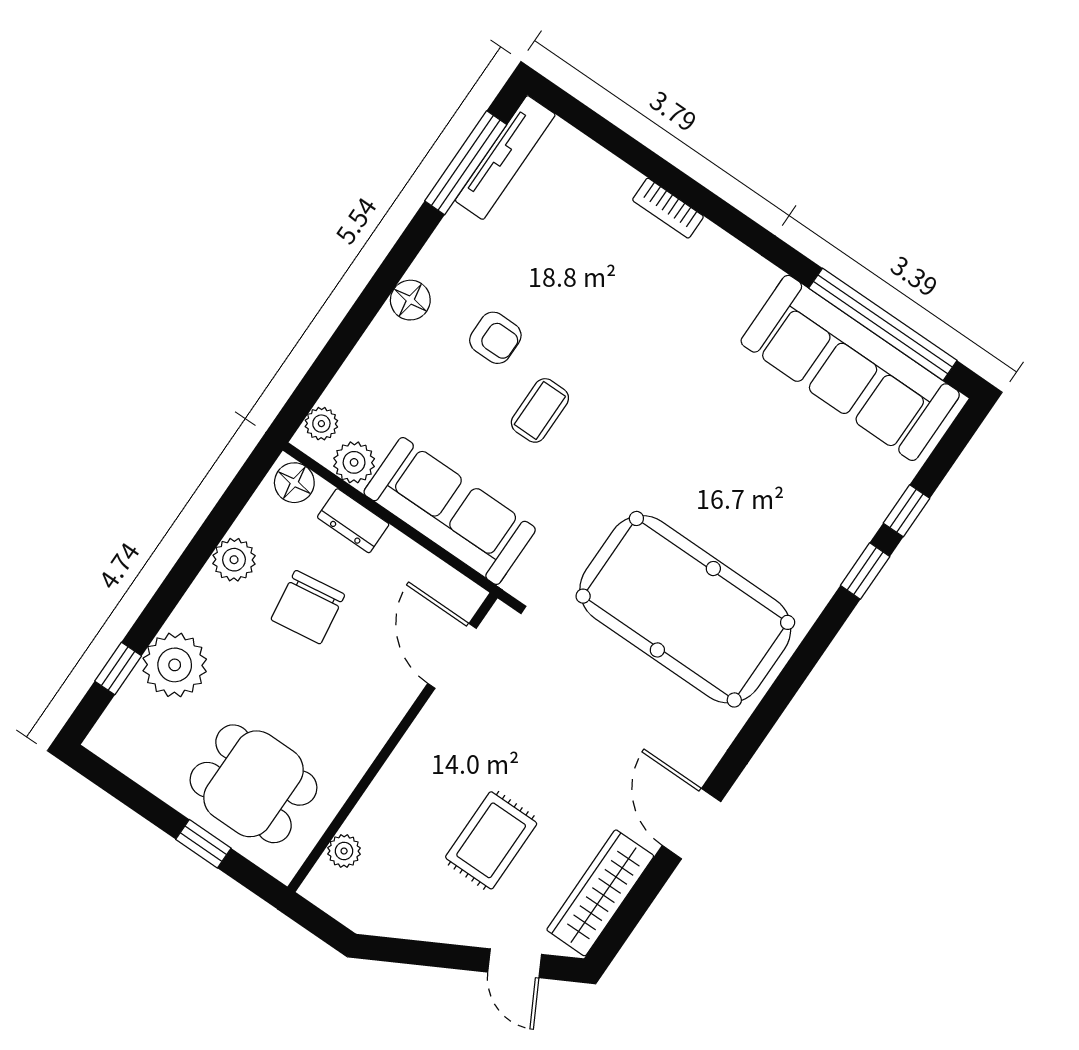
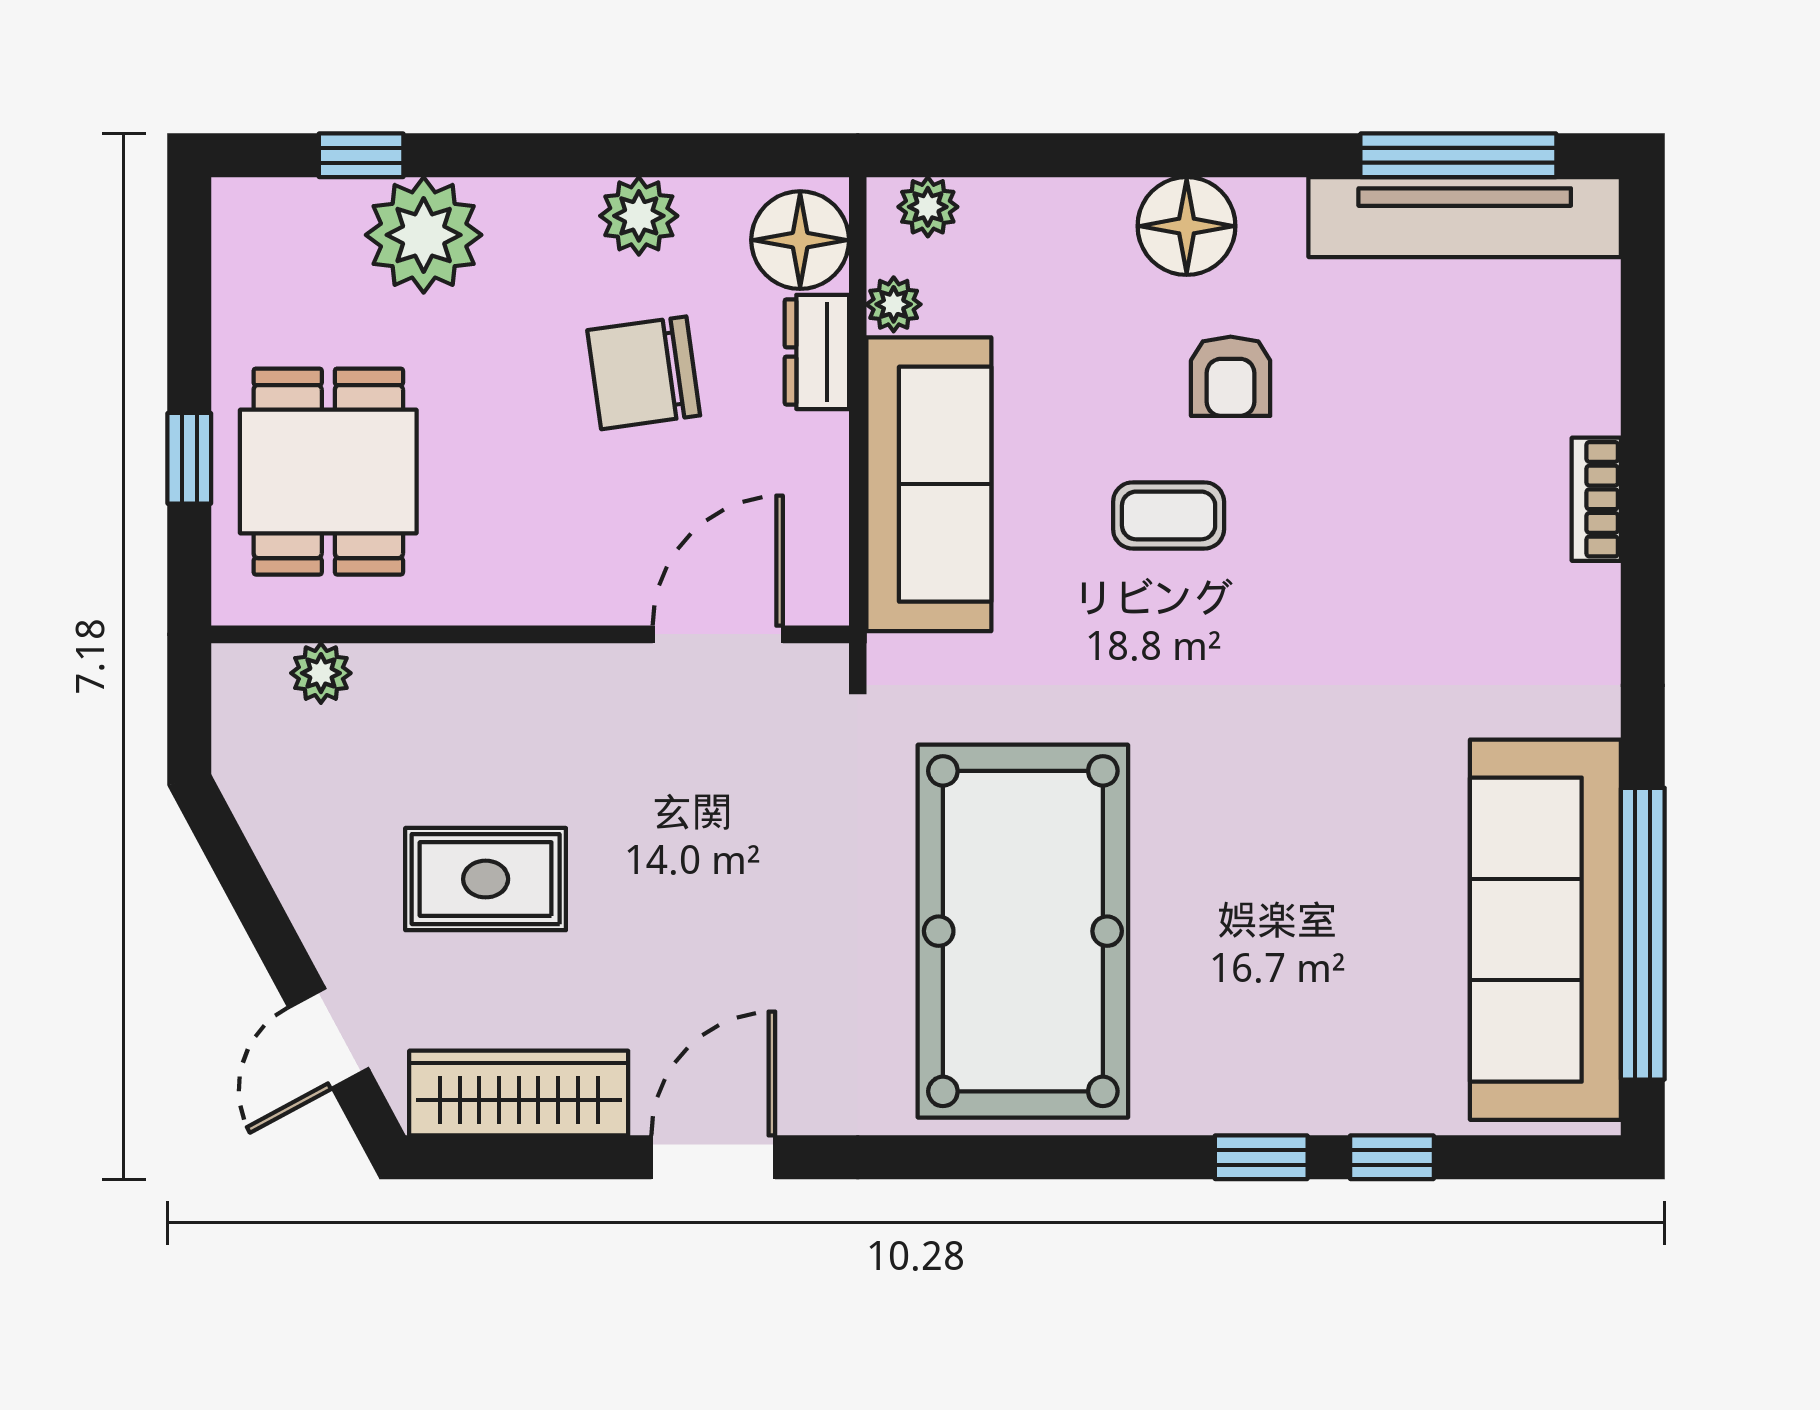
tv unit: (505, 158) -> (1465, 217), width x1.36, depth x1.29
floor lamp: (410, 300) -> (1187, 226), width x1.38, depth x1.38
plant: (354, 462) -> (894, 304), width x0.73, depth x0.73
floor lamp: (294, 483) -> (800, 240), width x1.38, depth x1.38

